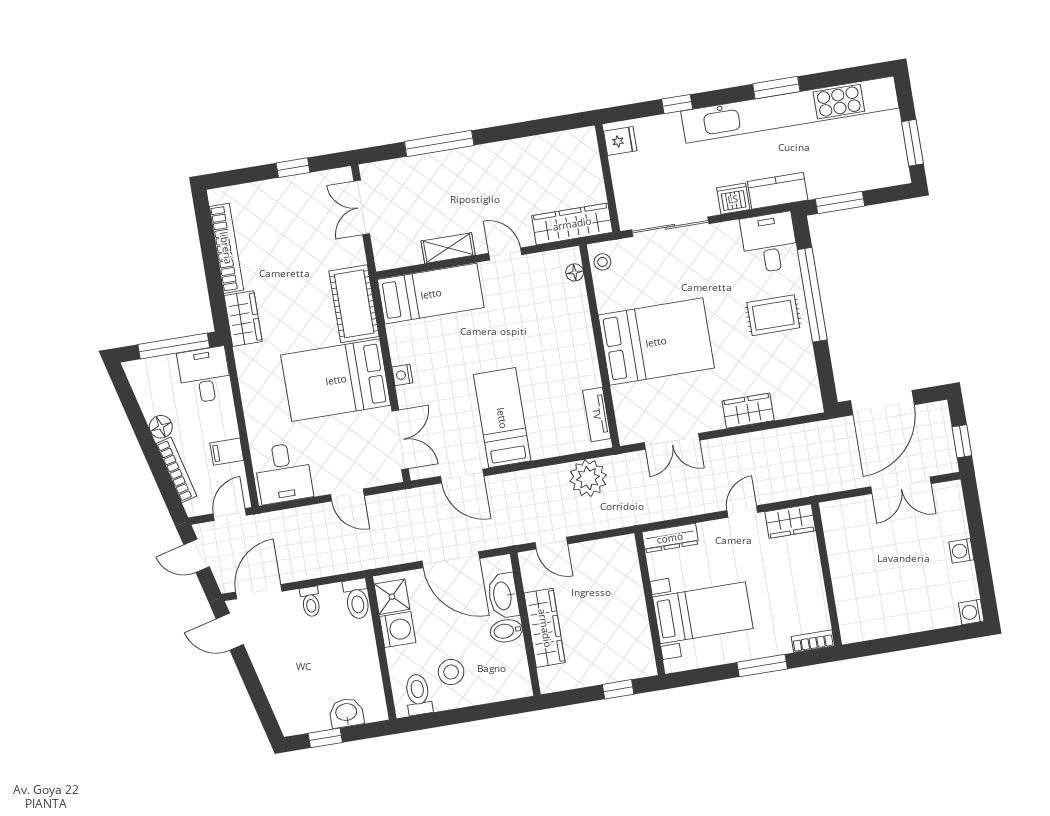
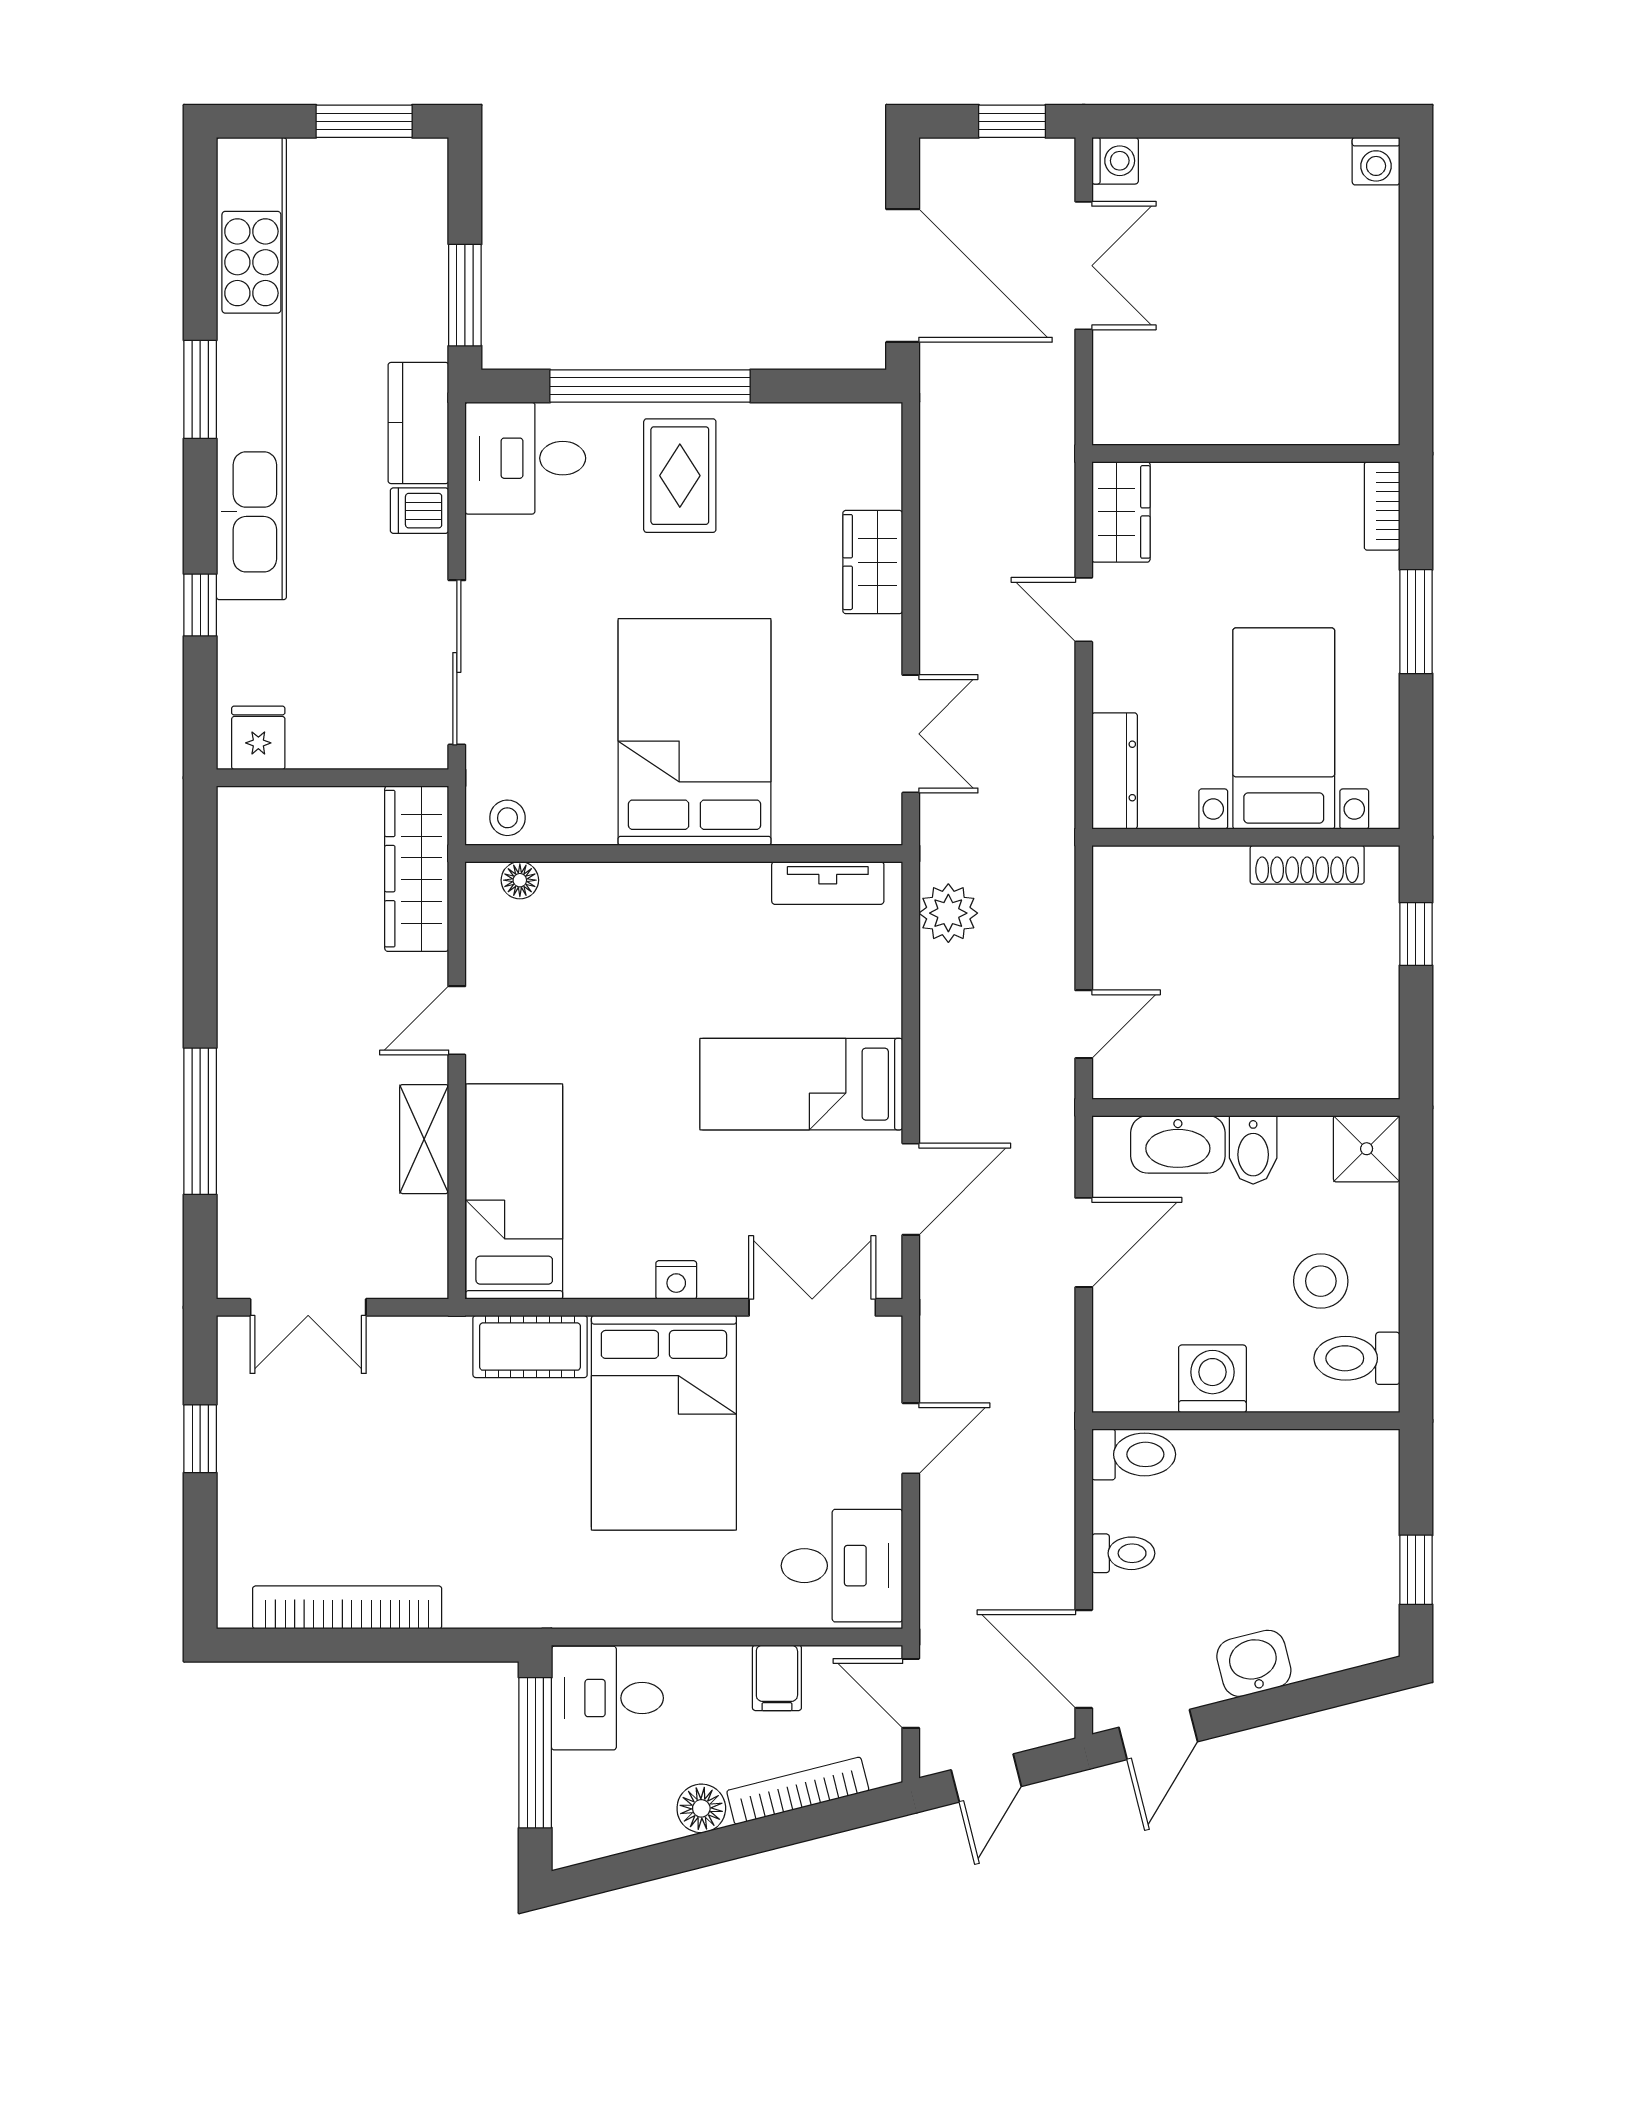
dishwasher: (733, 199) -> (419, 511), width x0.73
cot: (354, 304) -> (530, 1347), width x0.73, depth x0.75
wardrobe: (243, 319) -> (502, 1597), removed
plant: (588, 478) -> (948, 913), width x0.73, depth x0.73
washing machine: (961, 551) -> (1115, 161), moved, turned -90
door: (451, 560) -> (1084, 1242), width x0.73
shower: (392, 597) -> (1367, 1149), moved
wardrobe: (545, 628) -> (1260, 1068), removed
shoe rack: (642, 634) -> (1307, 865), added
washbasin: (346, 713) -> (1254, 1663), moved, turned 76

